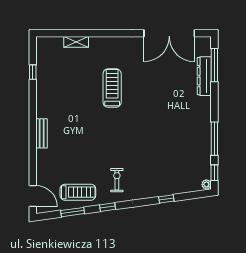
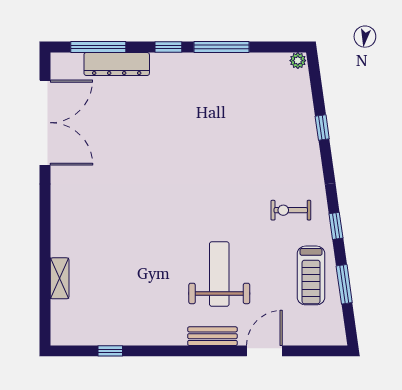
treadmill: (112, 88) -> (137, 218), removed
weight bench: (79, 137) -> (219, 274), added
window: (214, 173) -> (168, 47), moved
treadmill: (78, 192) -> (311, 275), turned 180
door: (33, 196) -> (264, 351), moved

